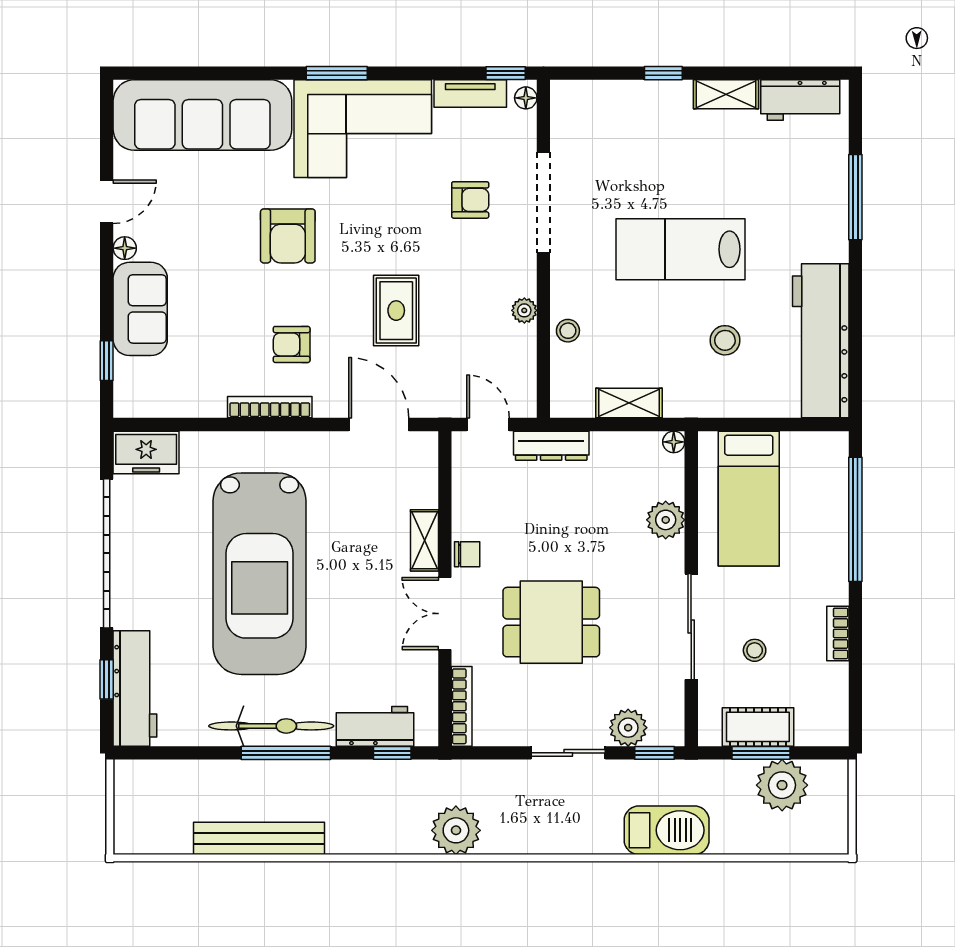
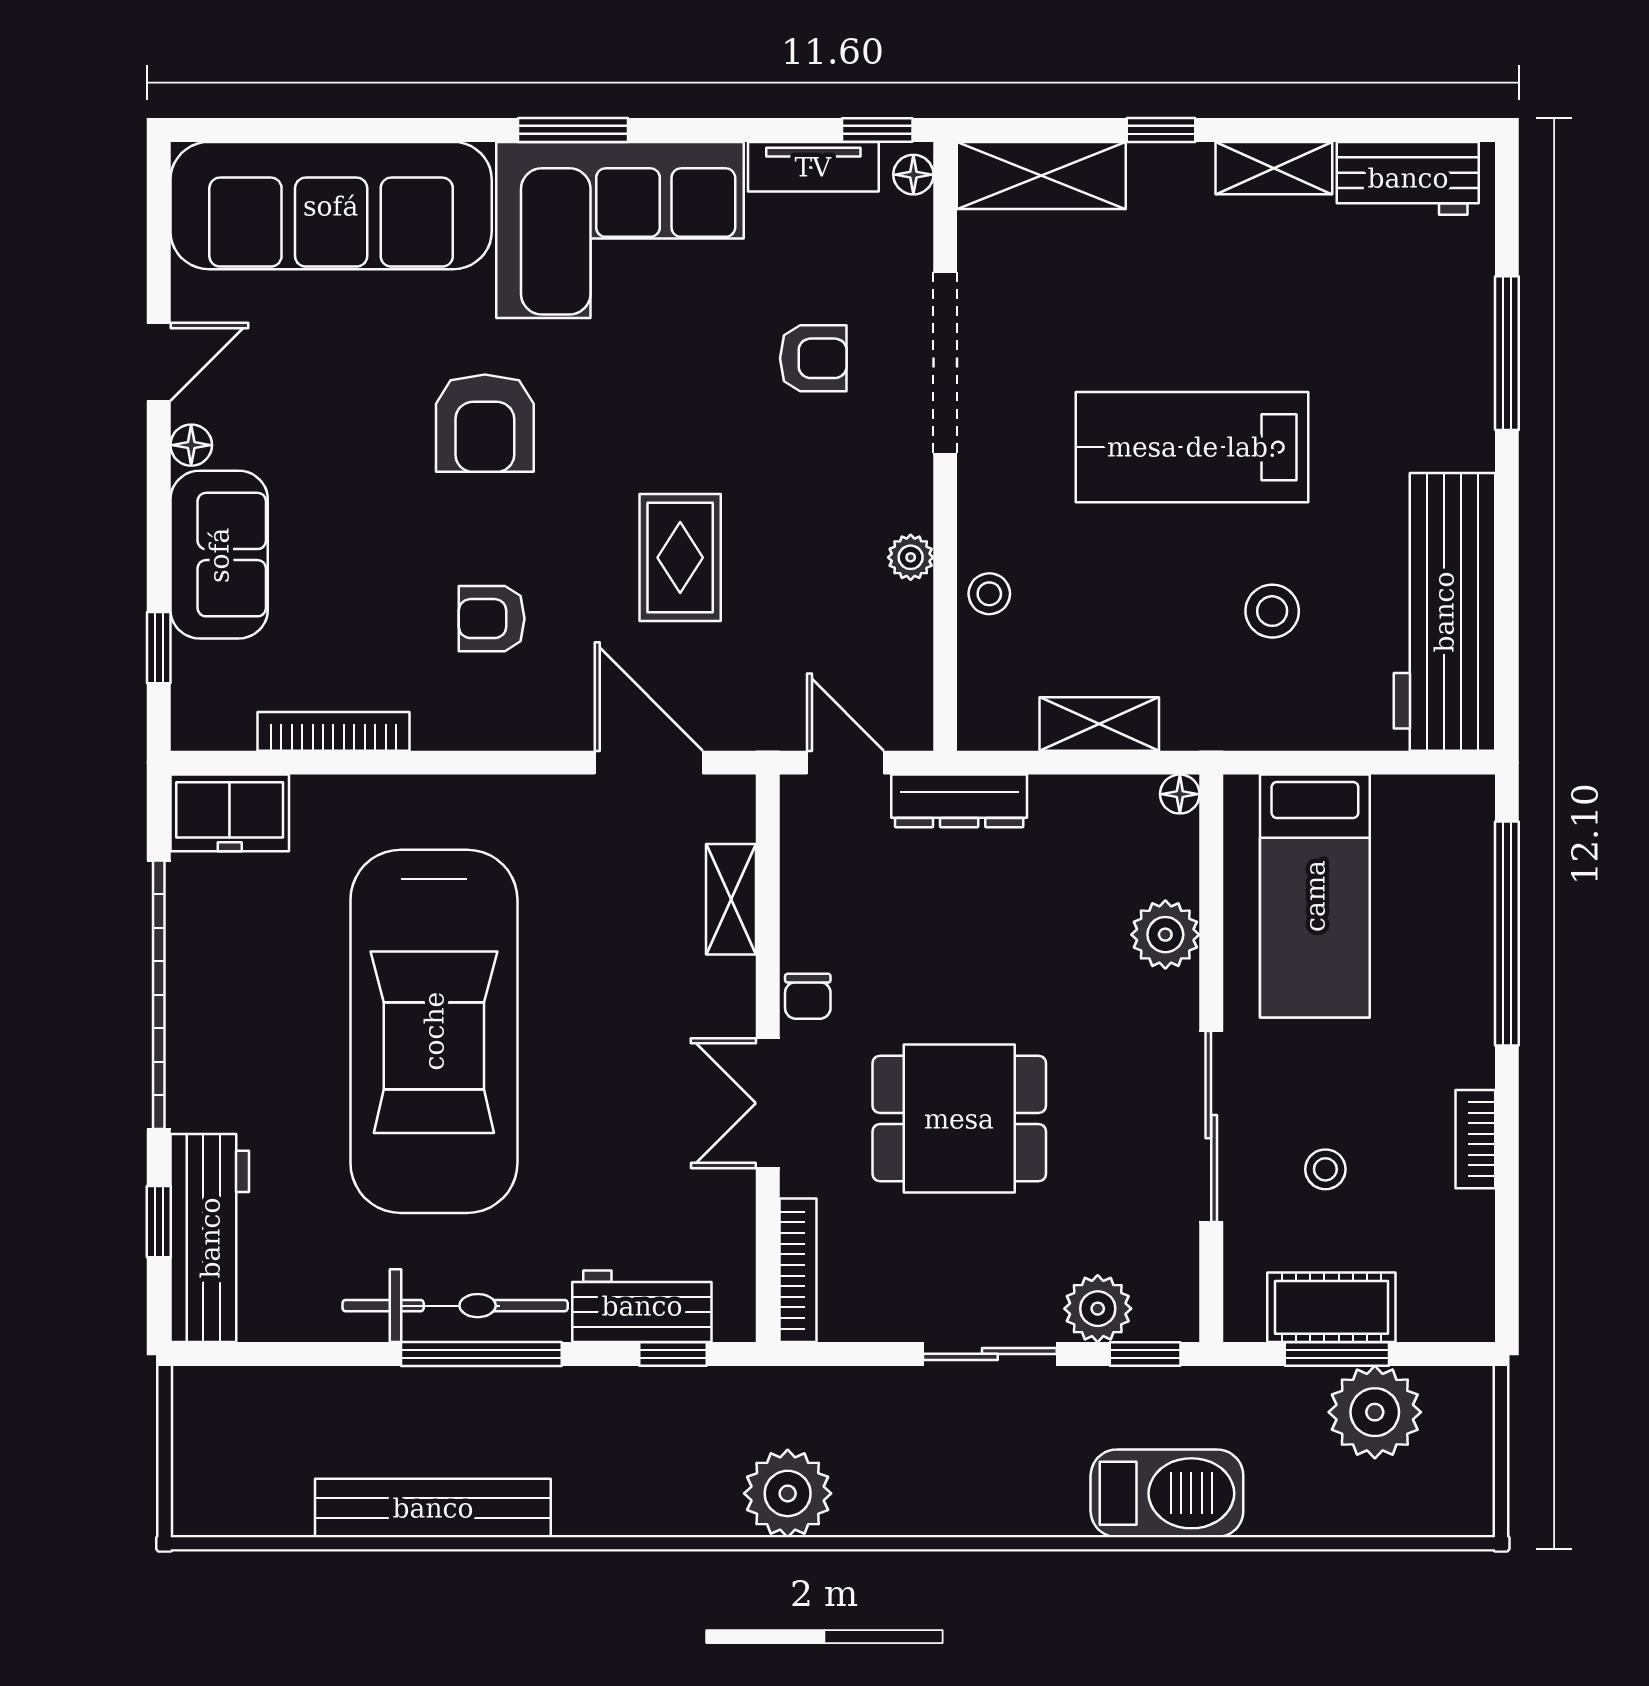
shelving: (597, 98) -> (1041, 175), added
bookcase: (270, 407) -> (333, 731), moved
shelving: (424, 540) -> (731, 899), moved
chair: (467, 554) -> (808, 996), turned 90

